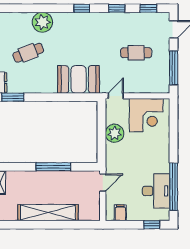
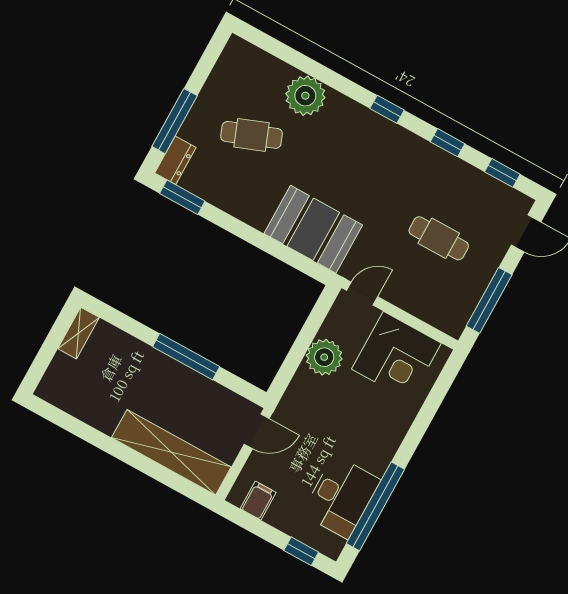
shelving: (48, 213) -> (171, 452), moved

